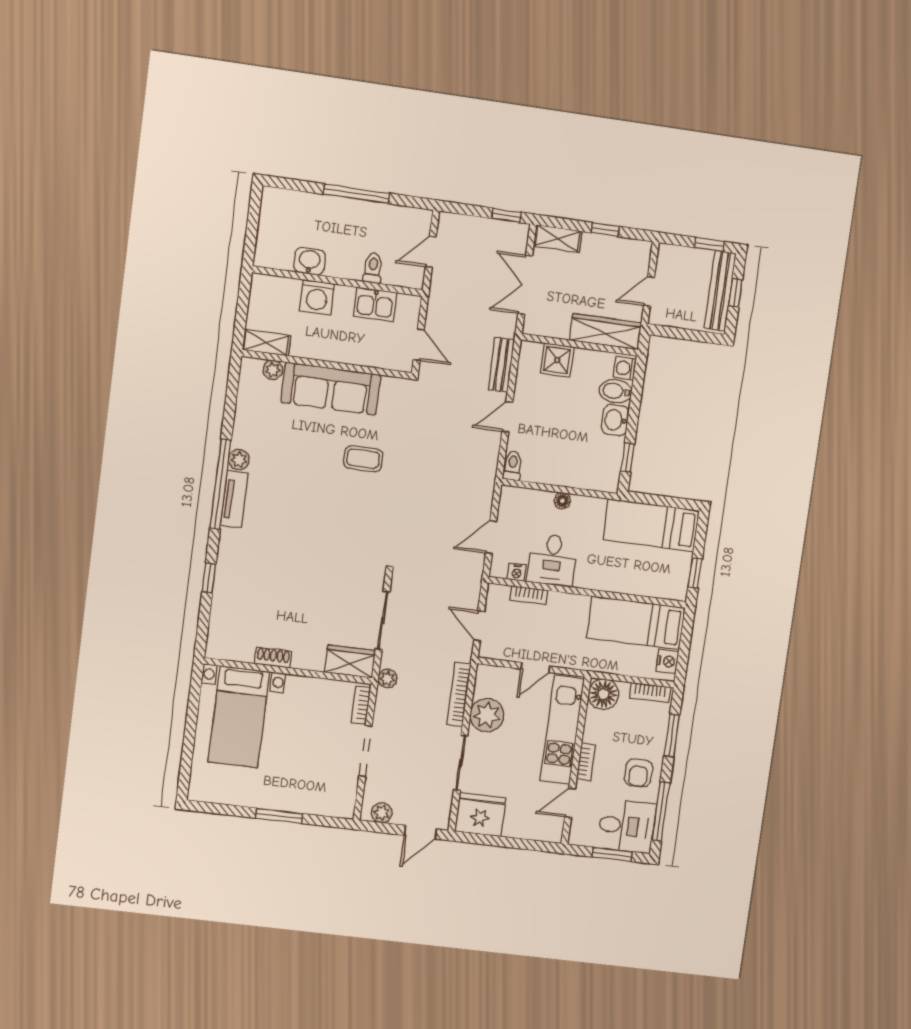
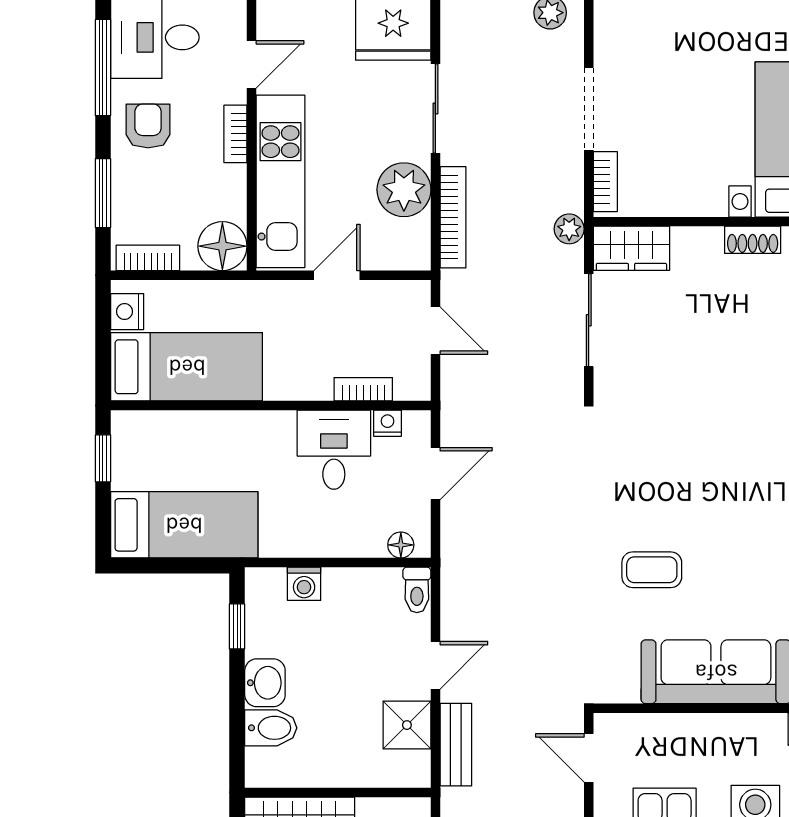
shower: (557, 360) -> (407, 725), moved
washing machine: (625, 368) -> (304, 584), moved, turned 90
floor lamp: (562, 501) -> (401, 545), moved

